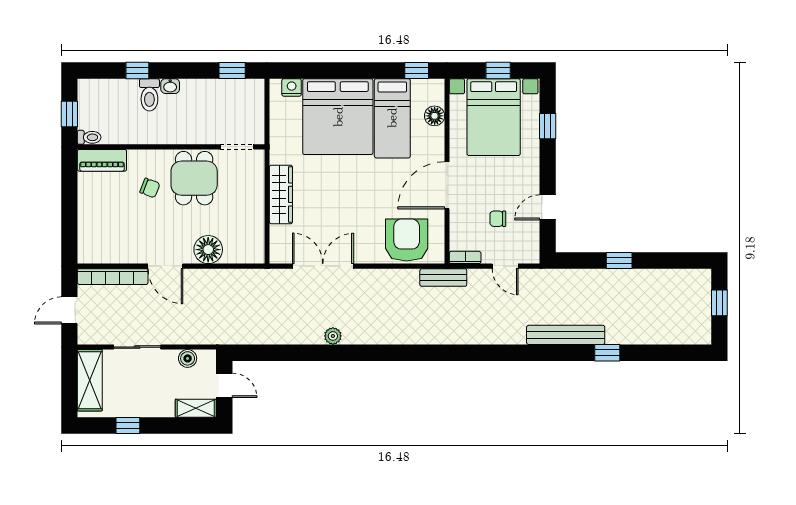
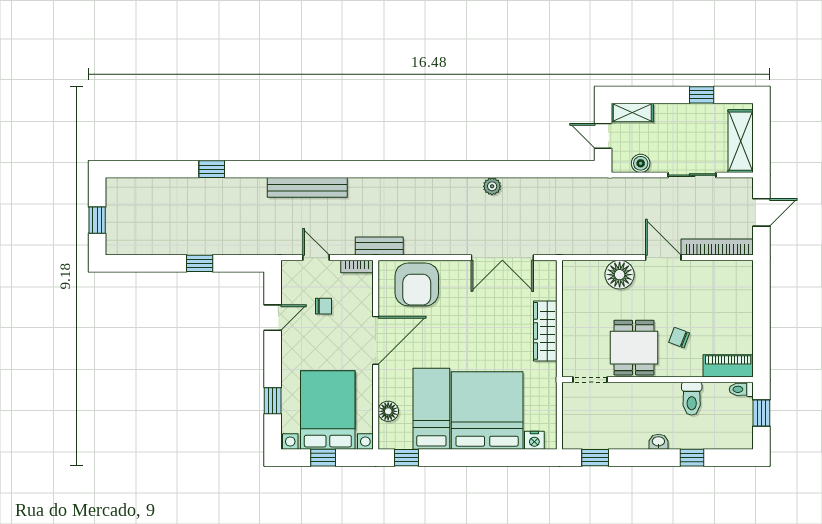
toilet: (149, 95) -> (692, 399), moved, turned 180
bench: (566, 335) -> (307, 187), moved

